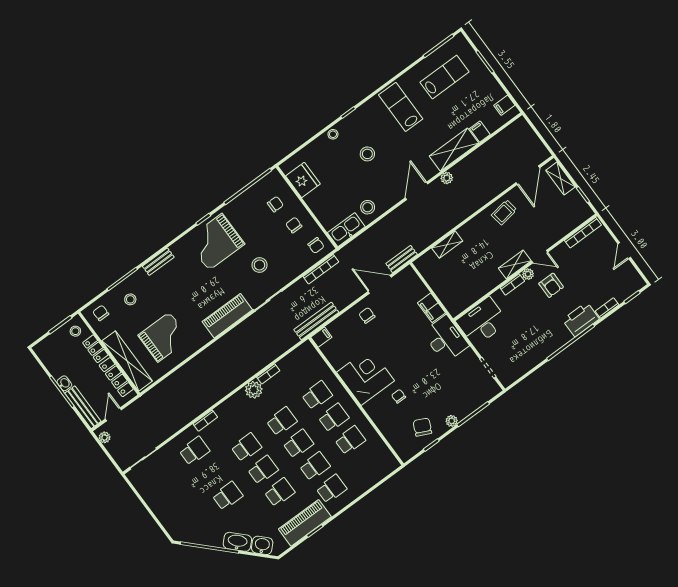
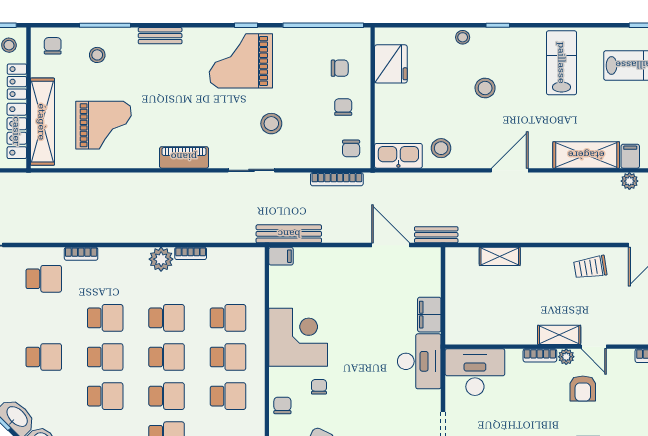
plant: (447, 178) -> (629, 181), moved
chair: (367, 315) -> (282, 405), moved
piano: (227, 316) -> (184, 157), width x0.73, depth x0.75

